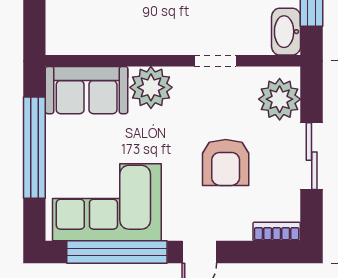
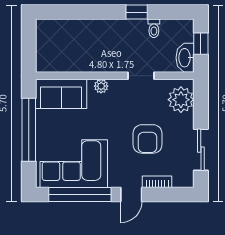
plant: (151, 87) -> (101, 86), width x0.53, depth x0.53
sliding door: (312, 156) -> (201, 150), moved
bookcase: (277, 231) -> (157, 182), moved

